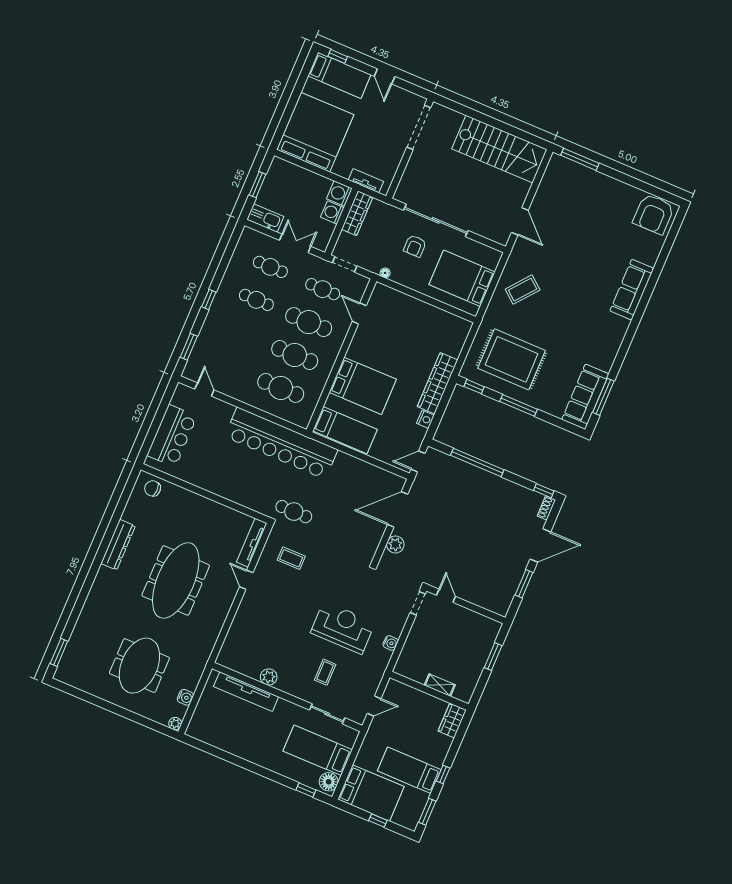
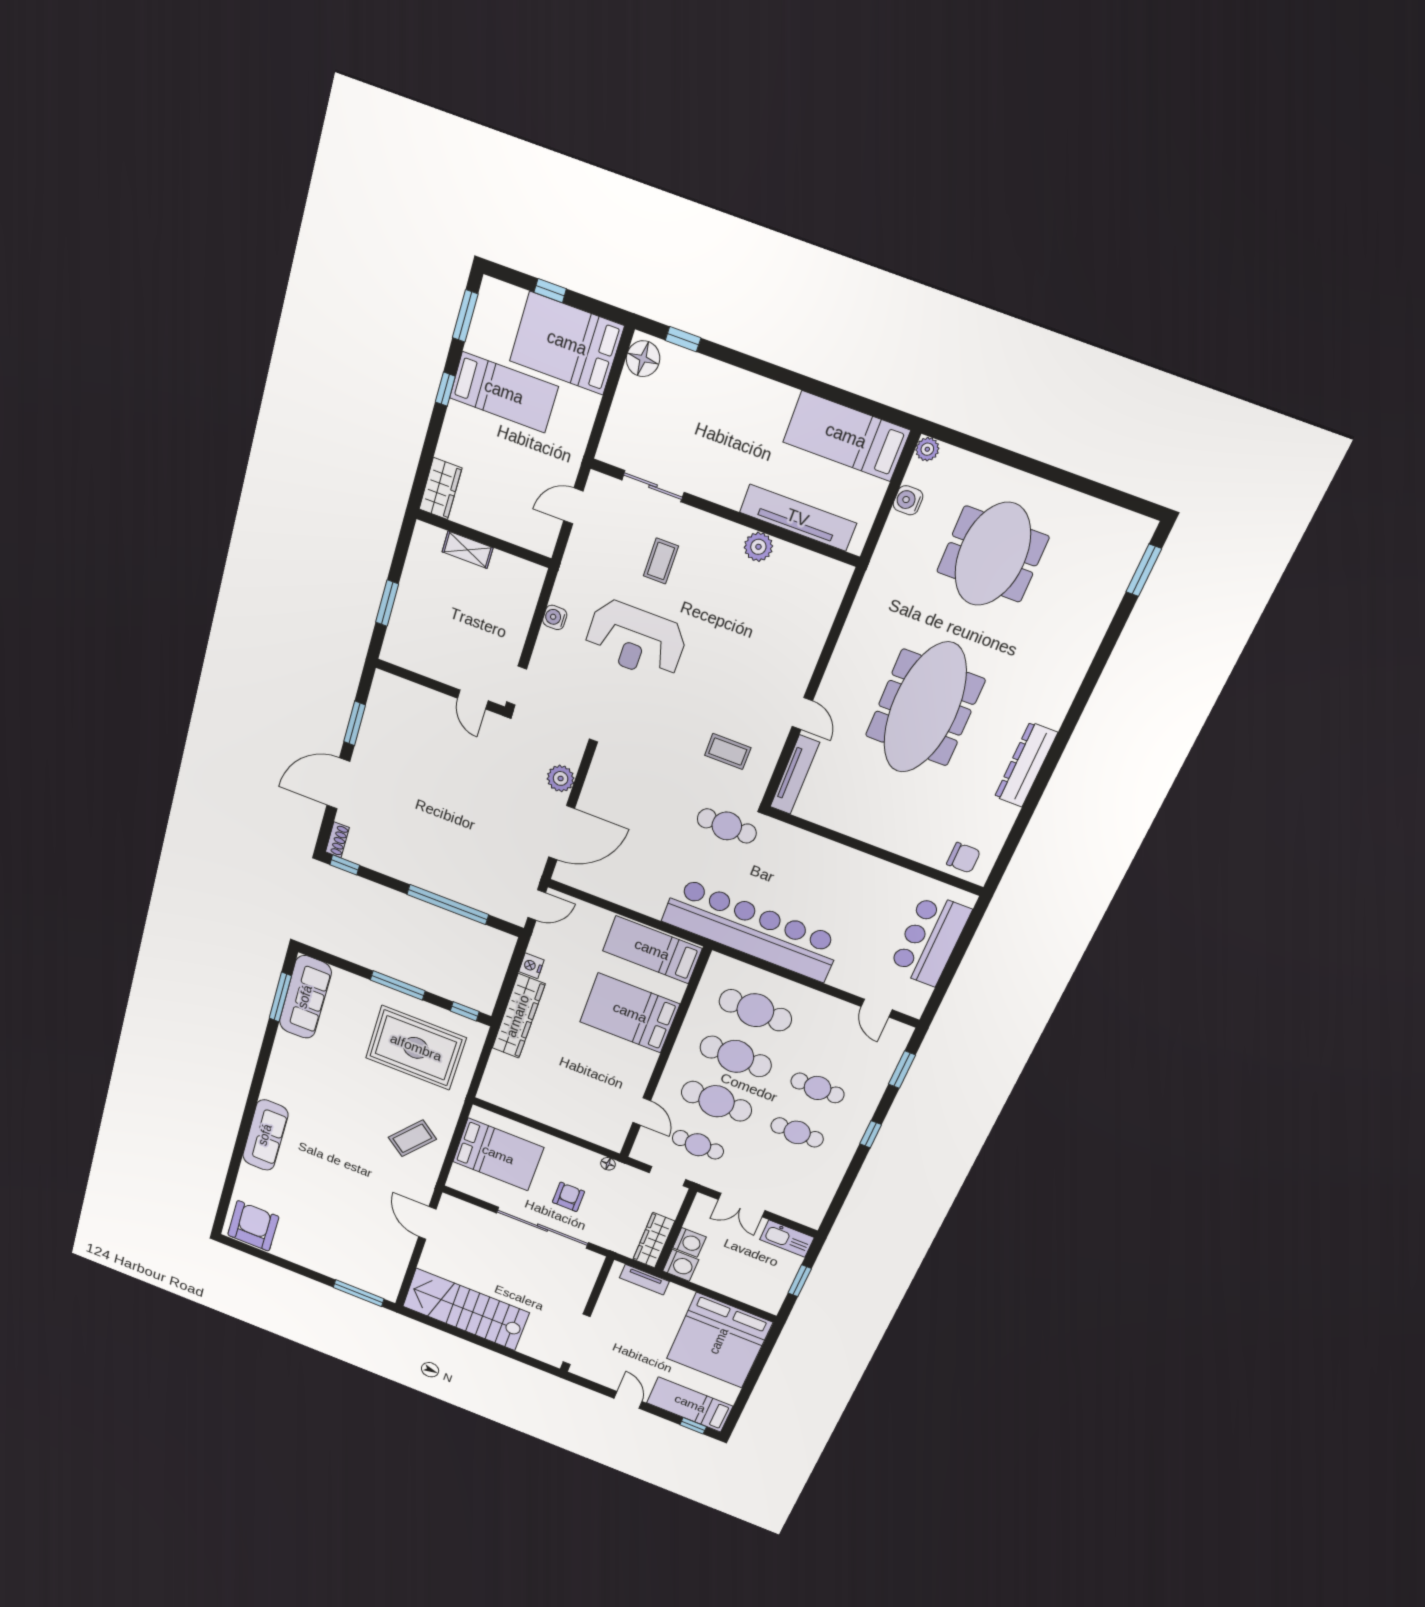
cafe table: (270, 267) -> (818, 1088), moved
bed: (318, 750) -> (846, 436), moved, turned 180

